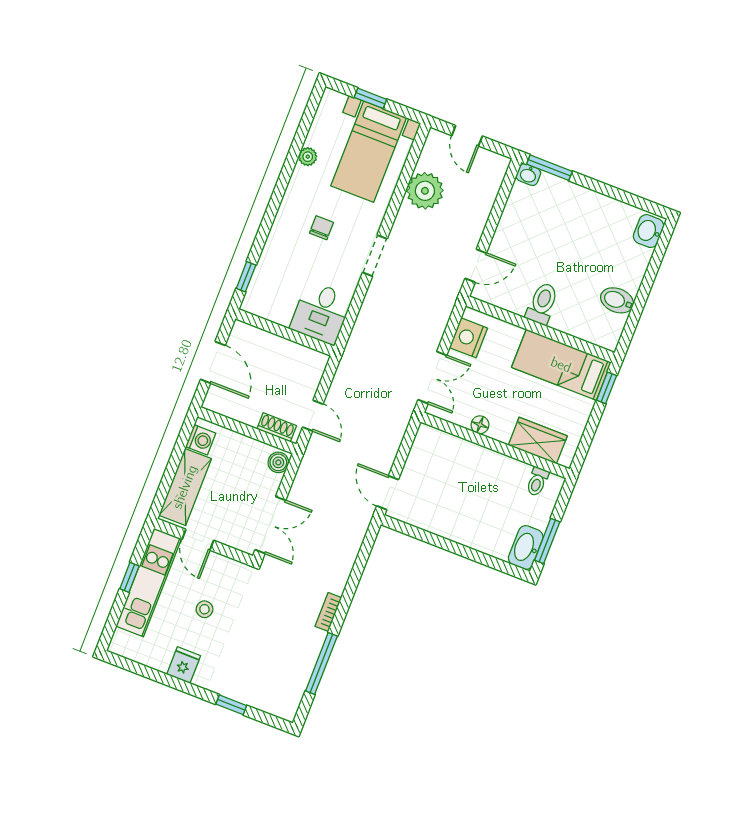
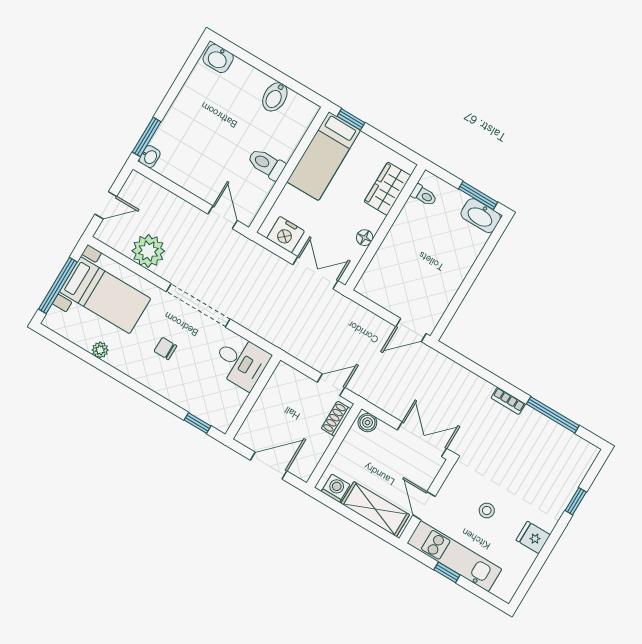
window: (370, 98) -> (58, 285), width x2.17
doorway: (375, 256) -> (198, 305), width x1.87
door: (198, 540) -> (424, 506), swing flipped

